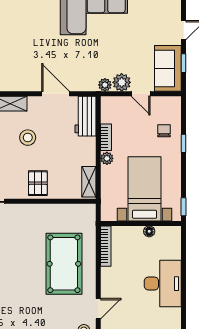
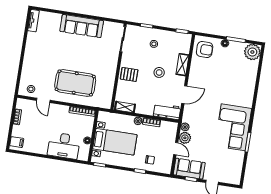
door: (141, 94) -> (176, 149), swing flipped
desk: (163, 284) -> (64, 146), moved

